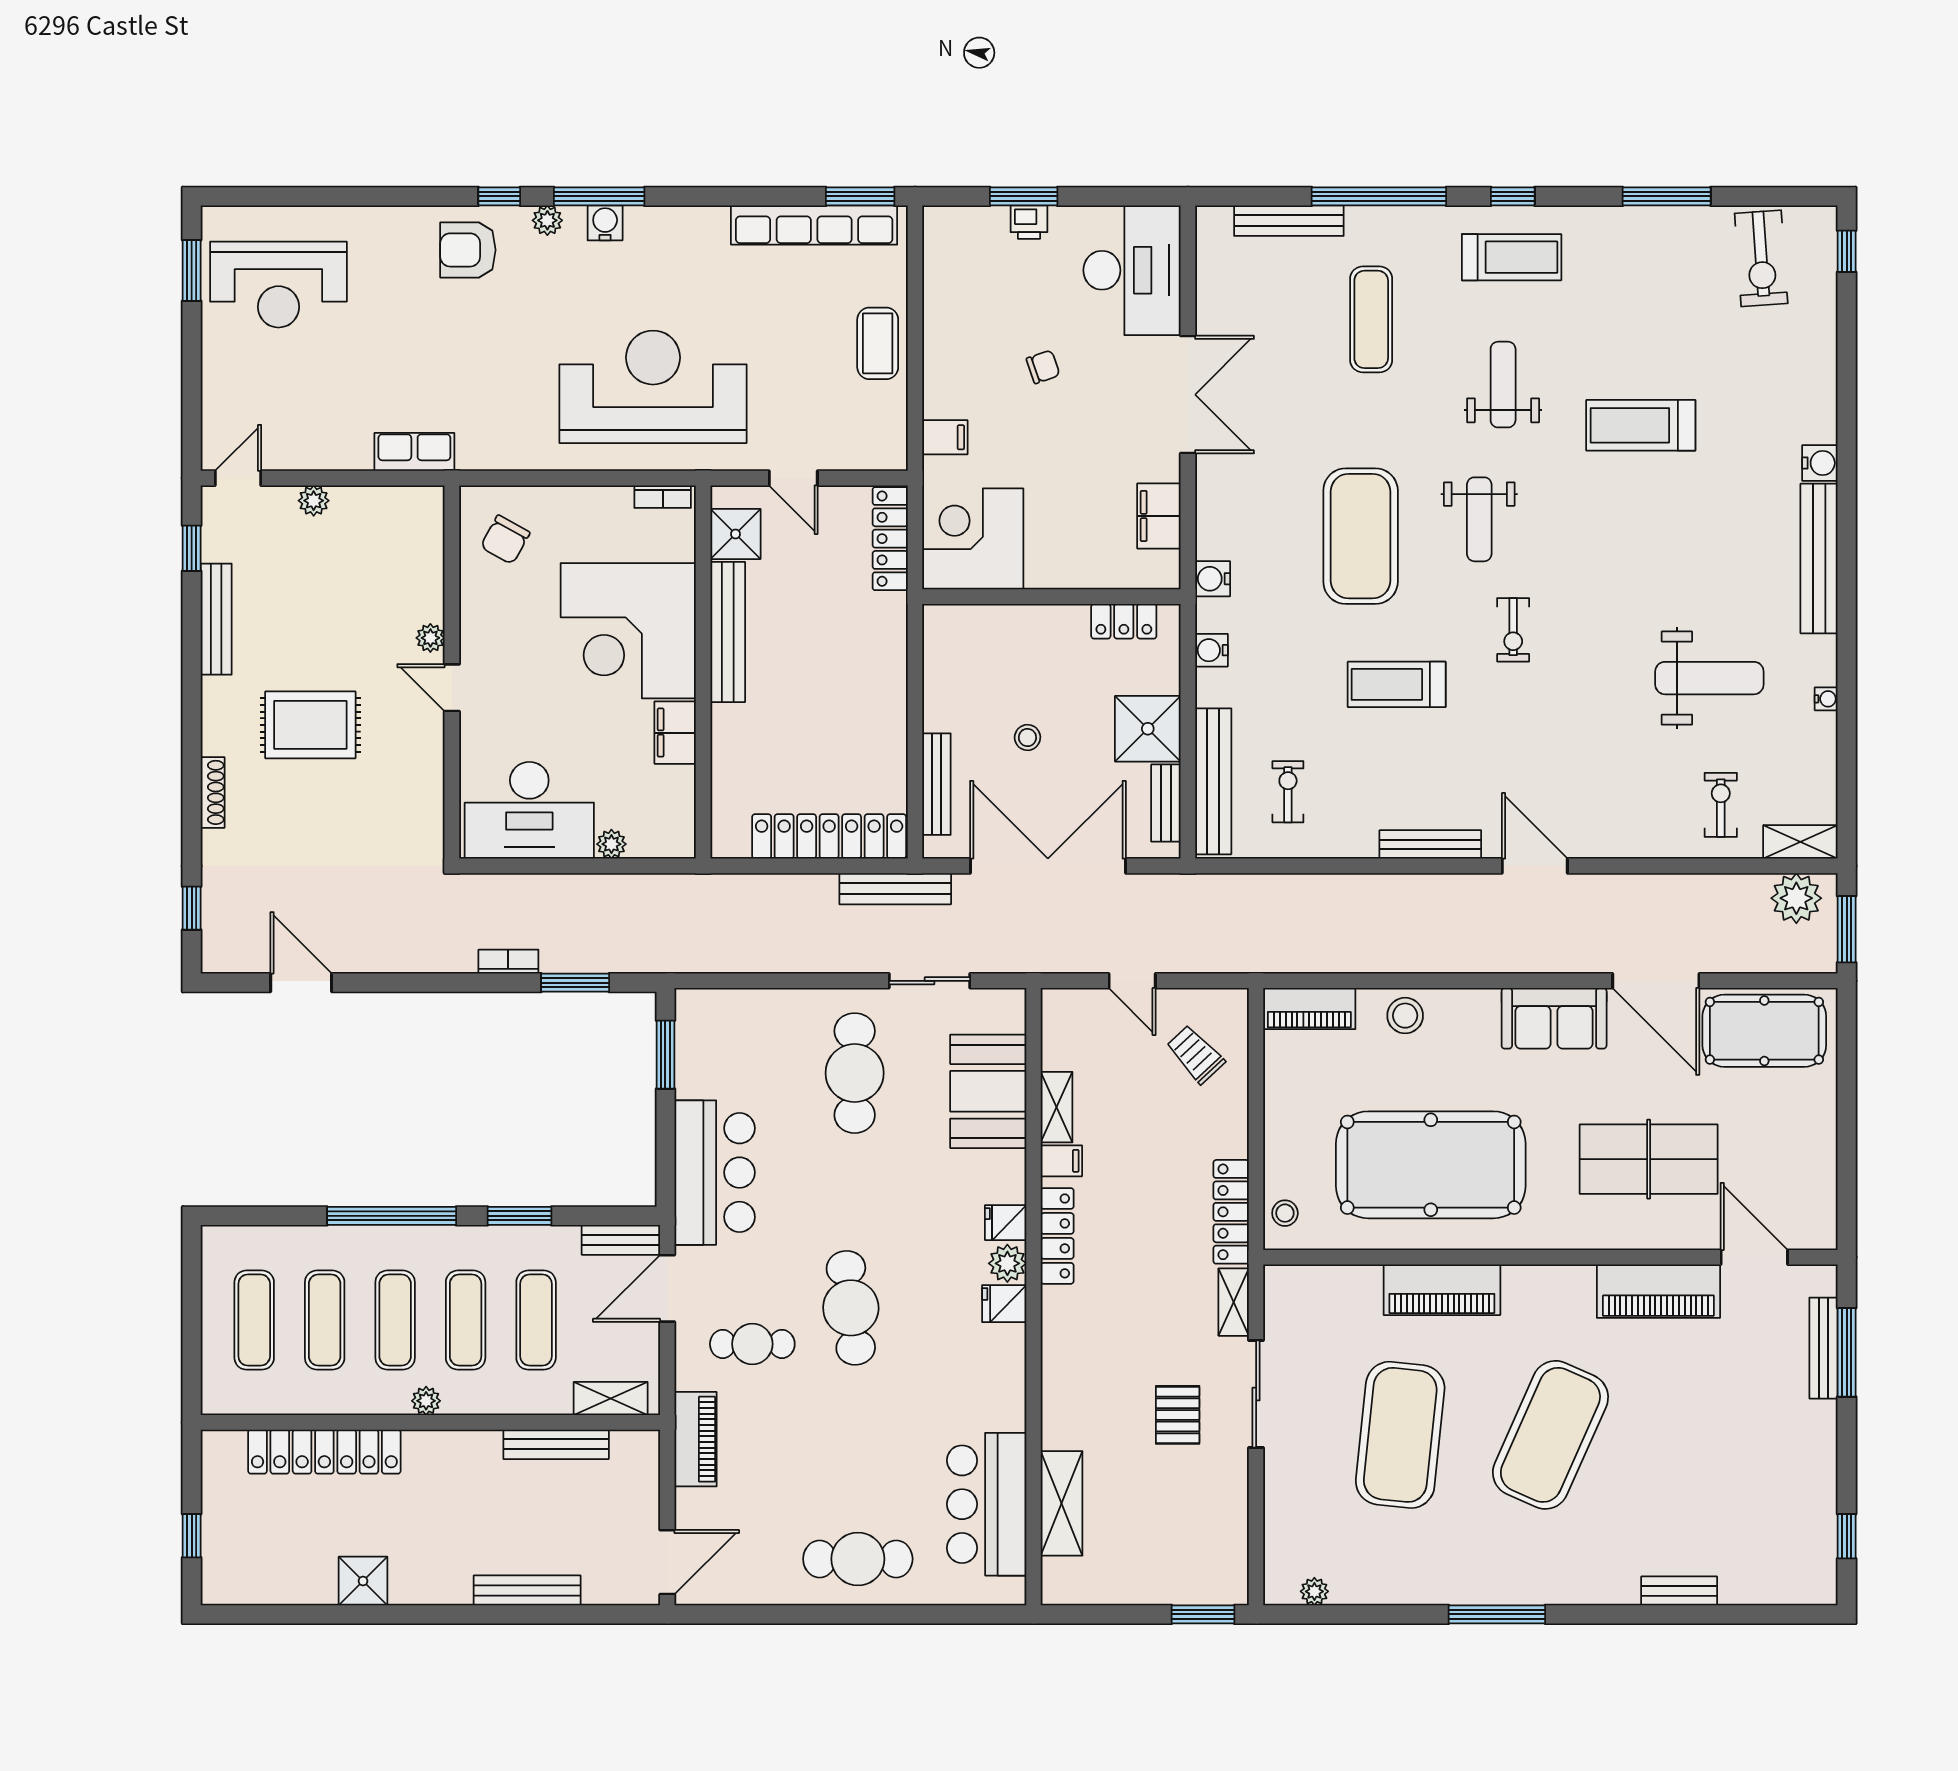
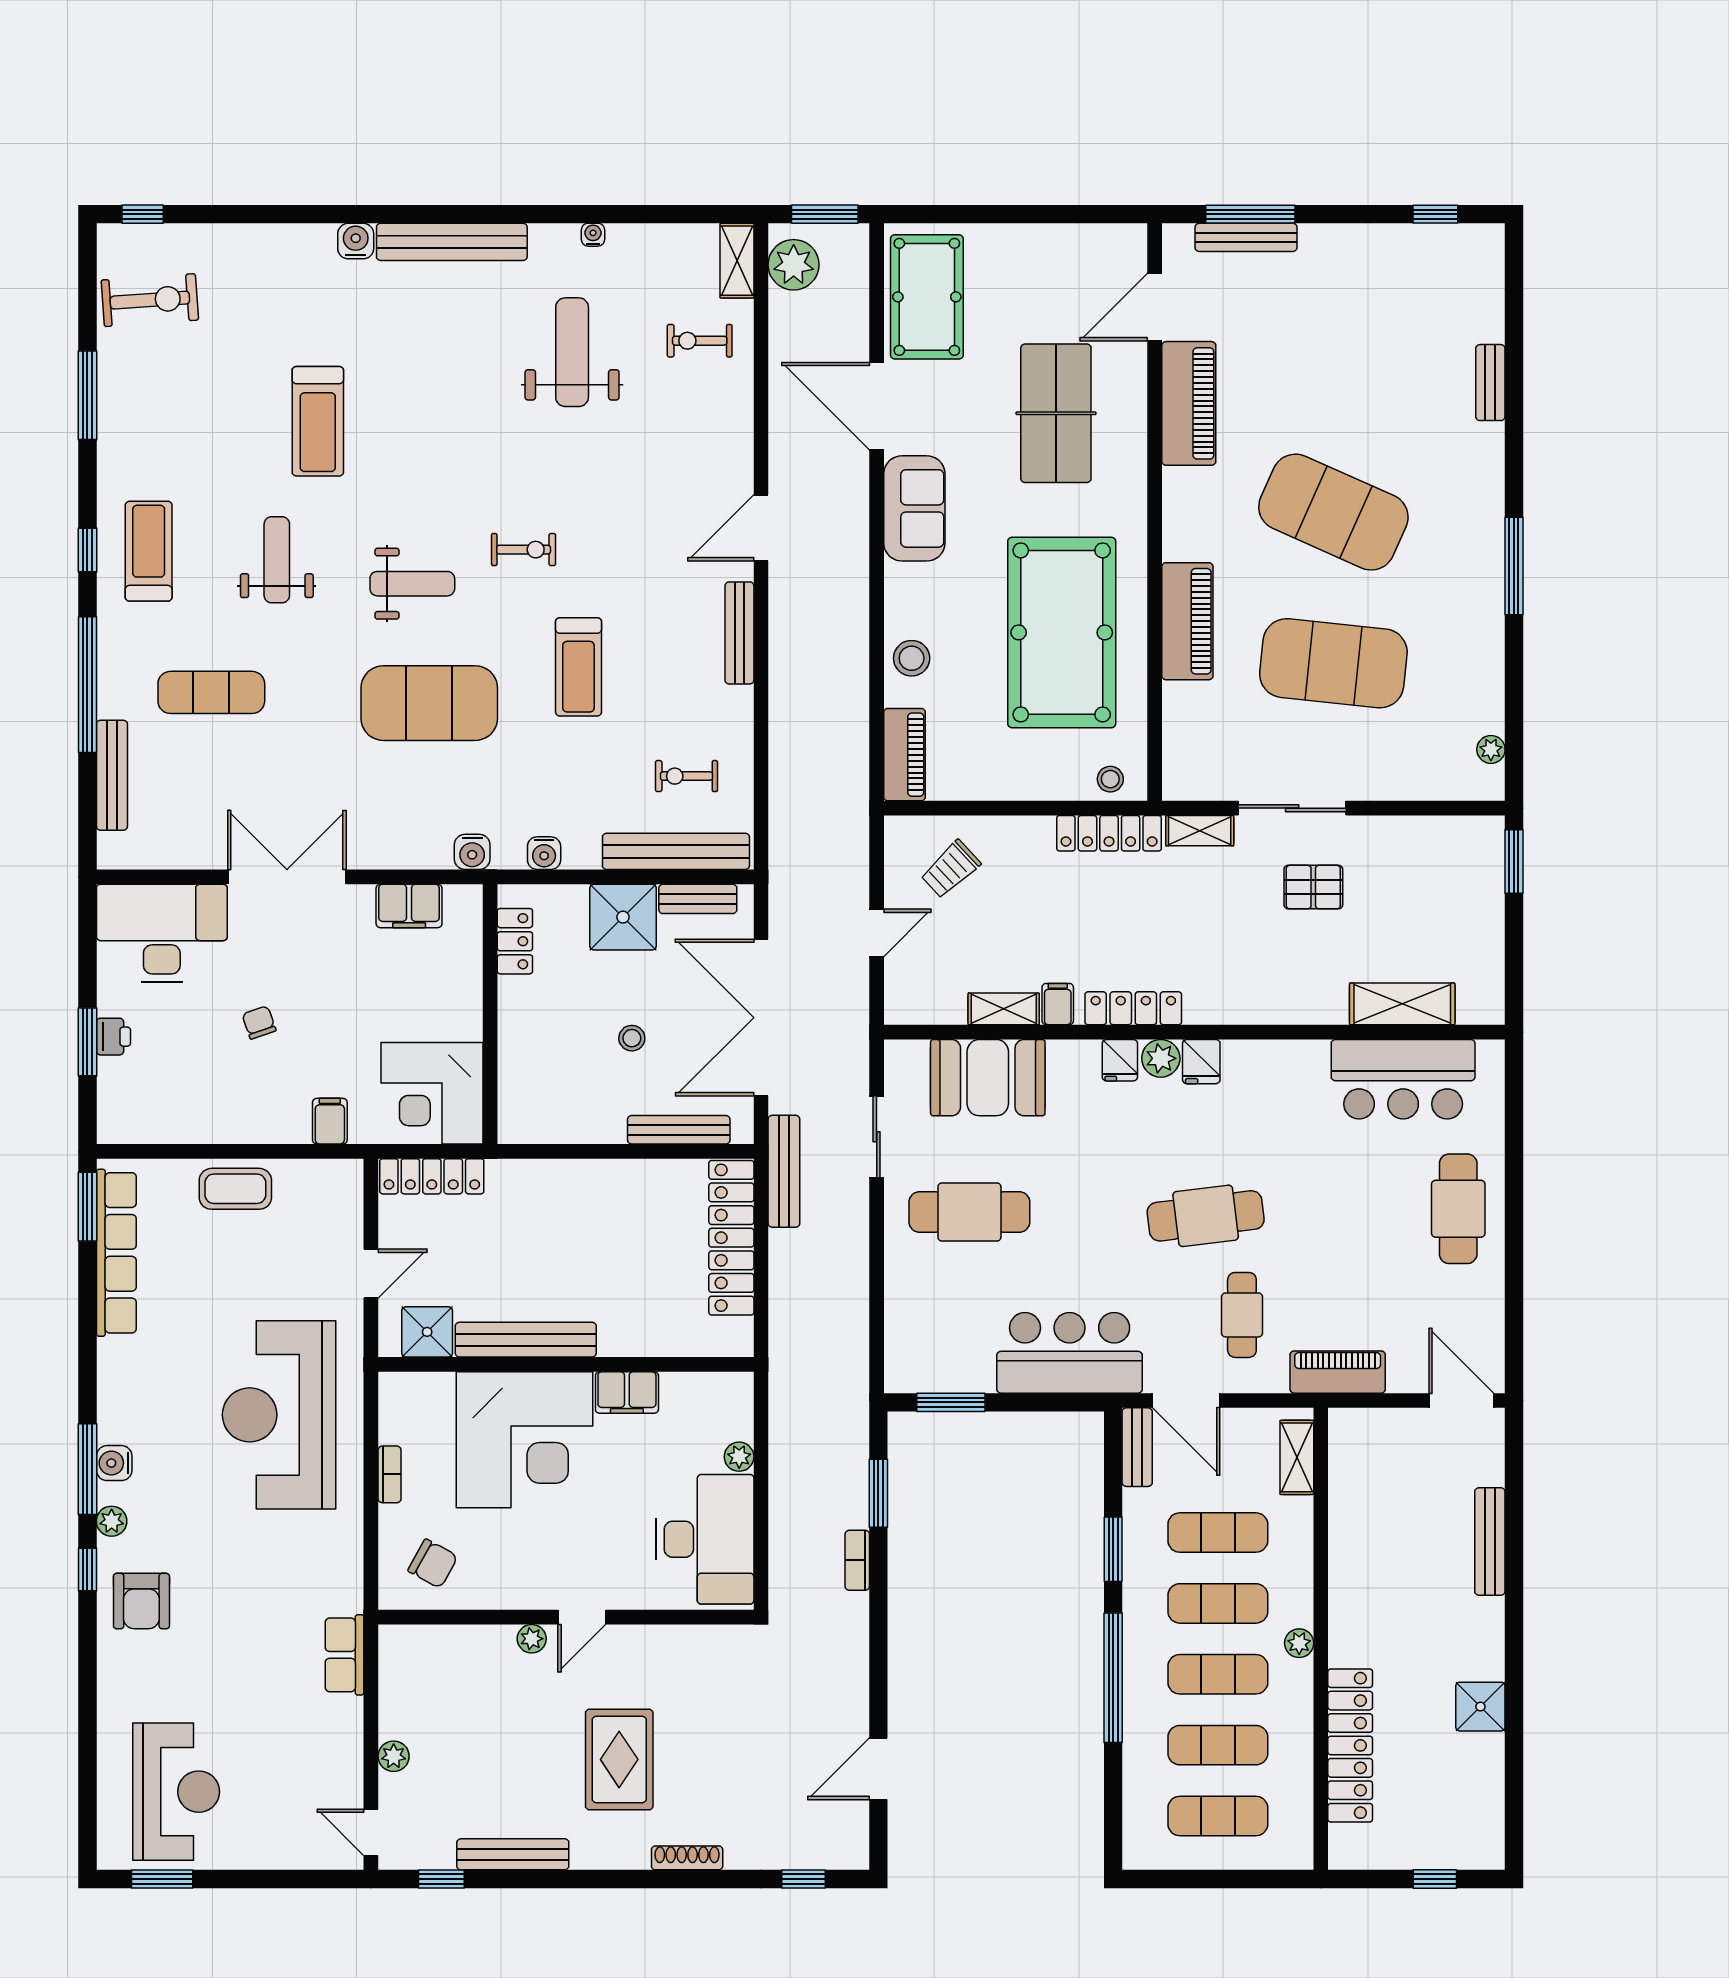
weight bench: (1503, 385) -> (277, 560), turned 90
bookcase: (663, 497) -> (390, 1474), moved
door: (1656, 981) -> (877, 406), swing flipped
bench: (556, 1444) -> (1343, 1512), removed

